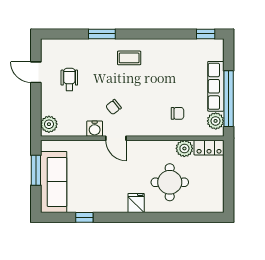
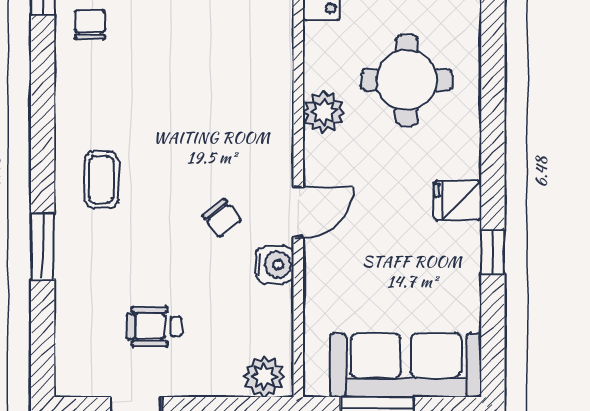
chair: (177, 113) -> (90, 25), moved
plant: (184, 148) -> (324, 112), moved
fridge: (136, 203) -> (458, 201), moved
window: (84, 217) -> (493, 252), moved

